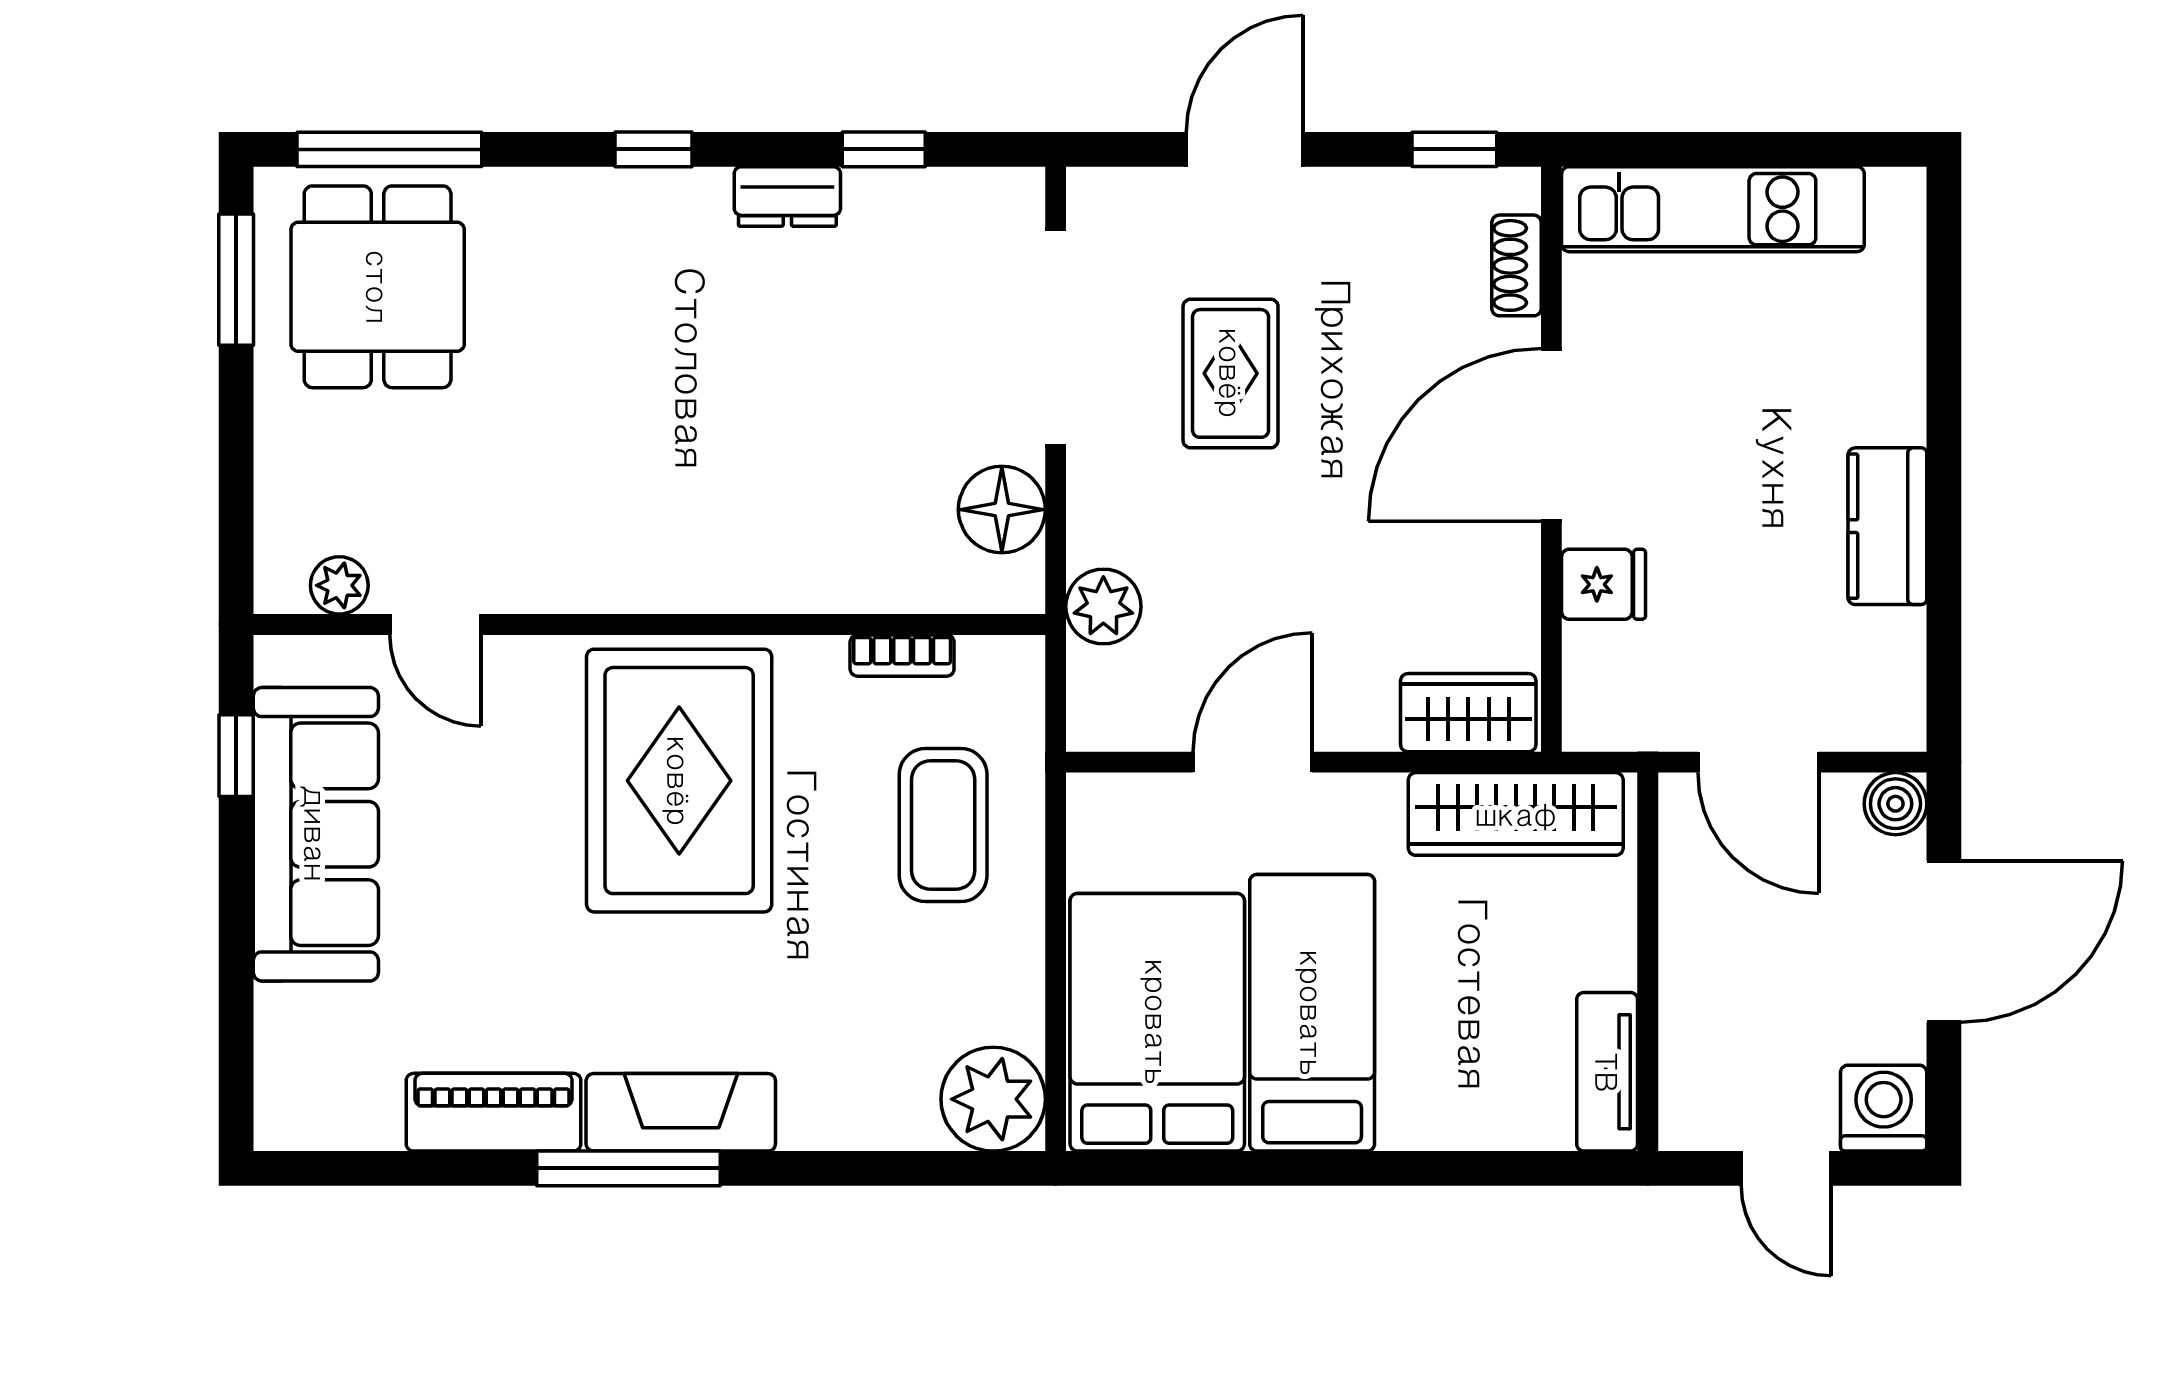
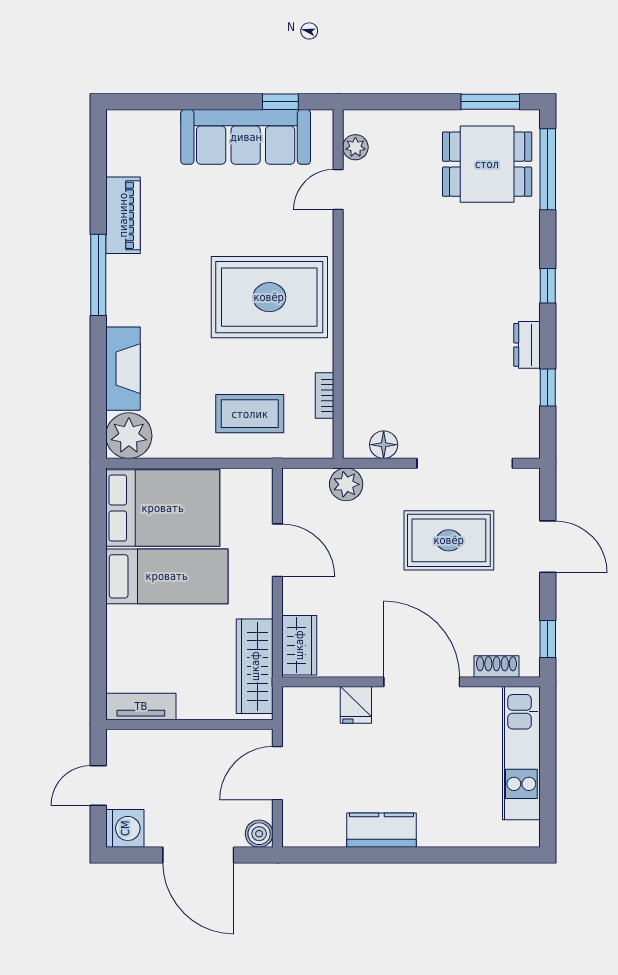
rug: (1231, 373) -> (449, 540), width x1.36, depth x1.43
floor lamp: (1002, 510) -> (384, 445), width x0.73, depth x0.73
fireplace: (681, 1112) -> (123, 369), moved

